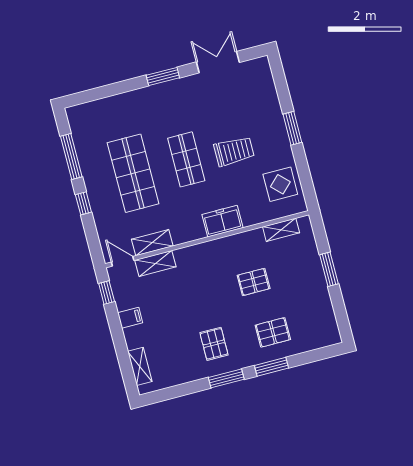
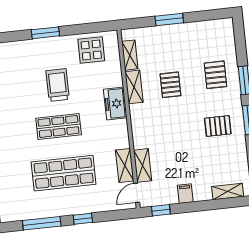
shelving: (245, 240) -> (134, 87), added

